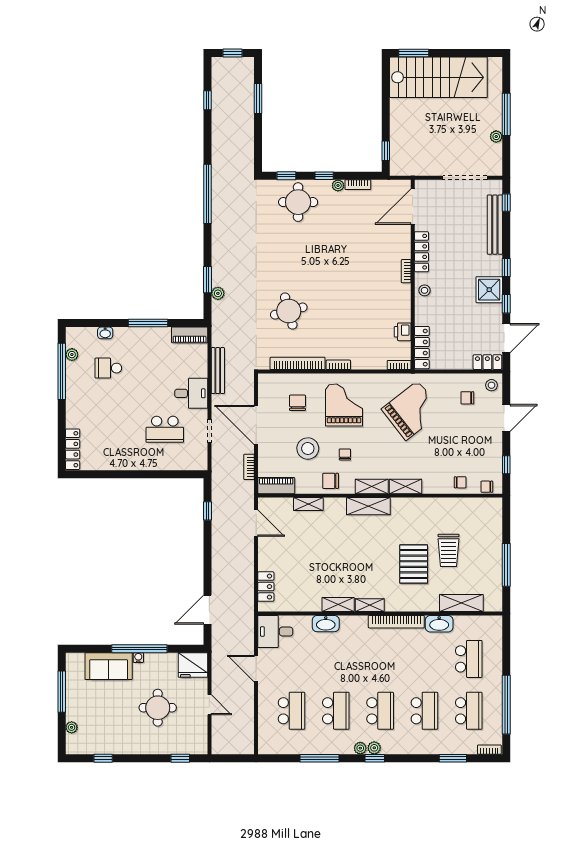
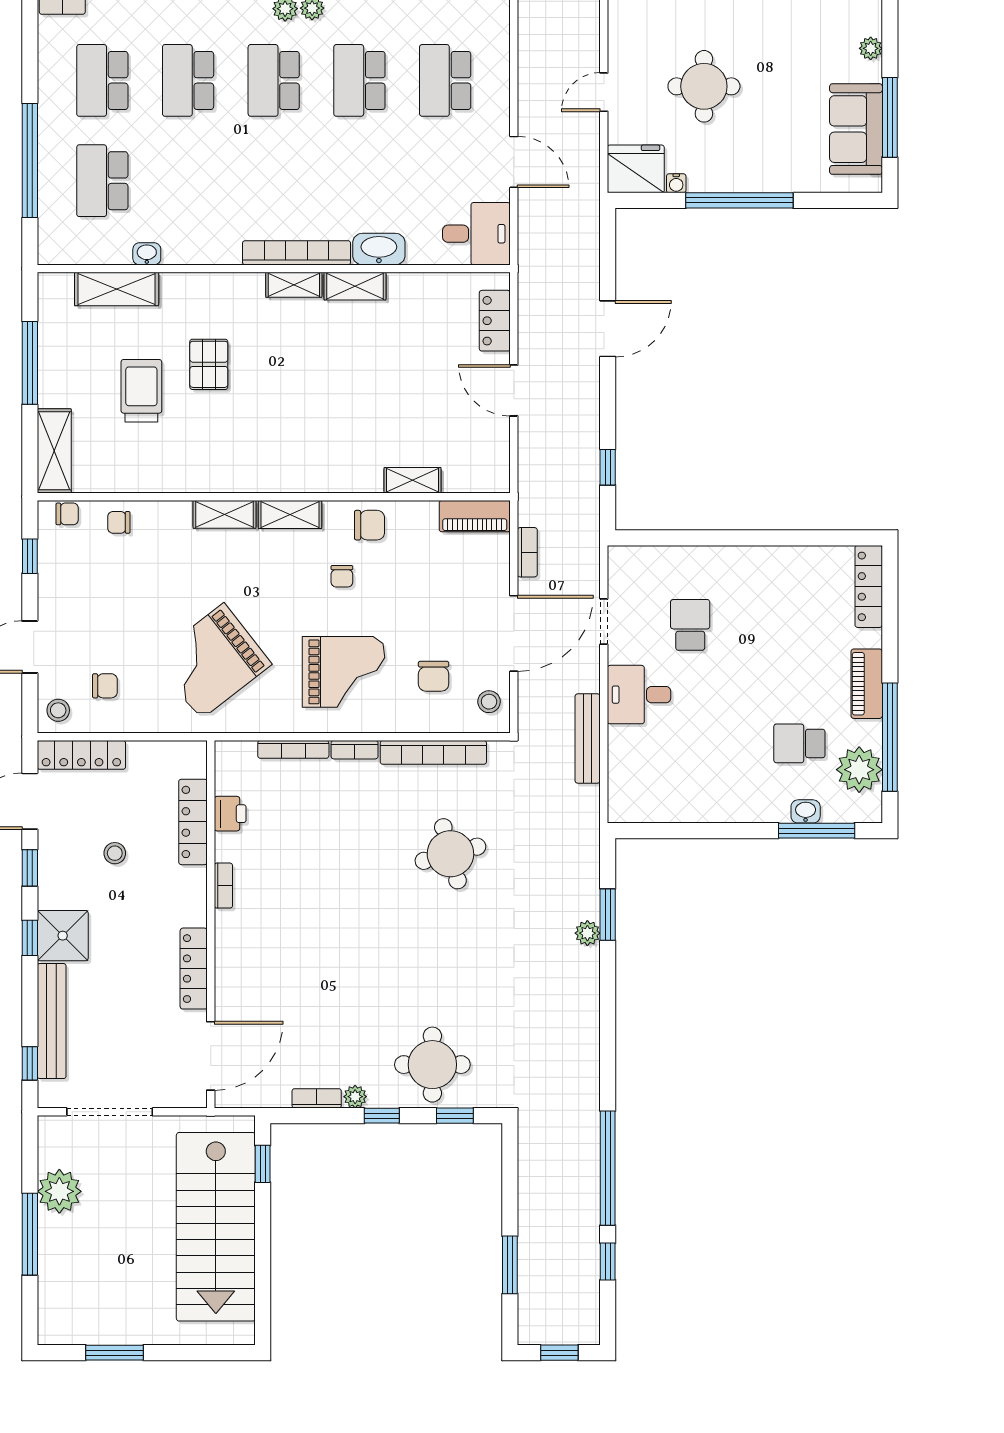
window: (414, 53) -> (114, 1353), moved
stairs: (438, 77) -> (216, 1227), moved, turned -90
plant: (496, 137) -> (59, 1191), width x1.88, depth x1.88
window: (207, 194) -> (608, 1168), moved
bookcase: (406, 271) -> (223, 886), moved
stool: (425, 290) -> (115, 853), moved
shower: (489, 290) -> (63, 936), moved
plant: (218, 293) -> (587, 933), moved
window: (148, 323) -> (817, 831), moved
piano: (190, 335) -> (867, 684), moved, turned -90
locker: (422, 348) -> (193, 822), moved
plant: (72, 355) -> (859, 770), width x1.87, depth x1.87
locker: (487, 362) -> (81, 755), width x1.53
bookcase: (399, 365) -> (293, 749), moved, width x1.56
school desk: (108, 368) -> (799, 743), turned 180
grand piano: (344, 405) -> (343, 672), turned -90
door: (256, 425) -> (514, 633), hinge flipped
school desk: (165, 429) -> (690, 625), width x0.54
stool: (308, 449) -> (489, 702), moved, width x0.53, depth x0.53
shelving: (368, 506) -> (54, 451), moved, turned 90
door: (256, 523) -> (514, 390), moved
pallet: (414, 564) -> (209, 364), width x0.67, depth x0.71
door: (207, 610) -> (608, 329), moved
bookcase: (396, 622) -> (297, 253), moved
washbasin: (439, 624) -> (147, 254), width x0.52, depth x0.69
water cooler: (138, 658) -> (676, 183), moved
sofa: (109, 666) -> (856, 129), moved, turned -90
door: (209, 705) -> (604, 92), hinge flipped
window: (506, 705) -> (30, 160), moved

